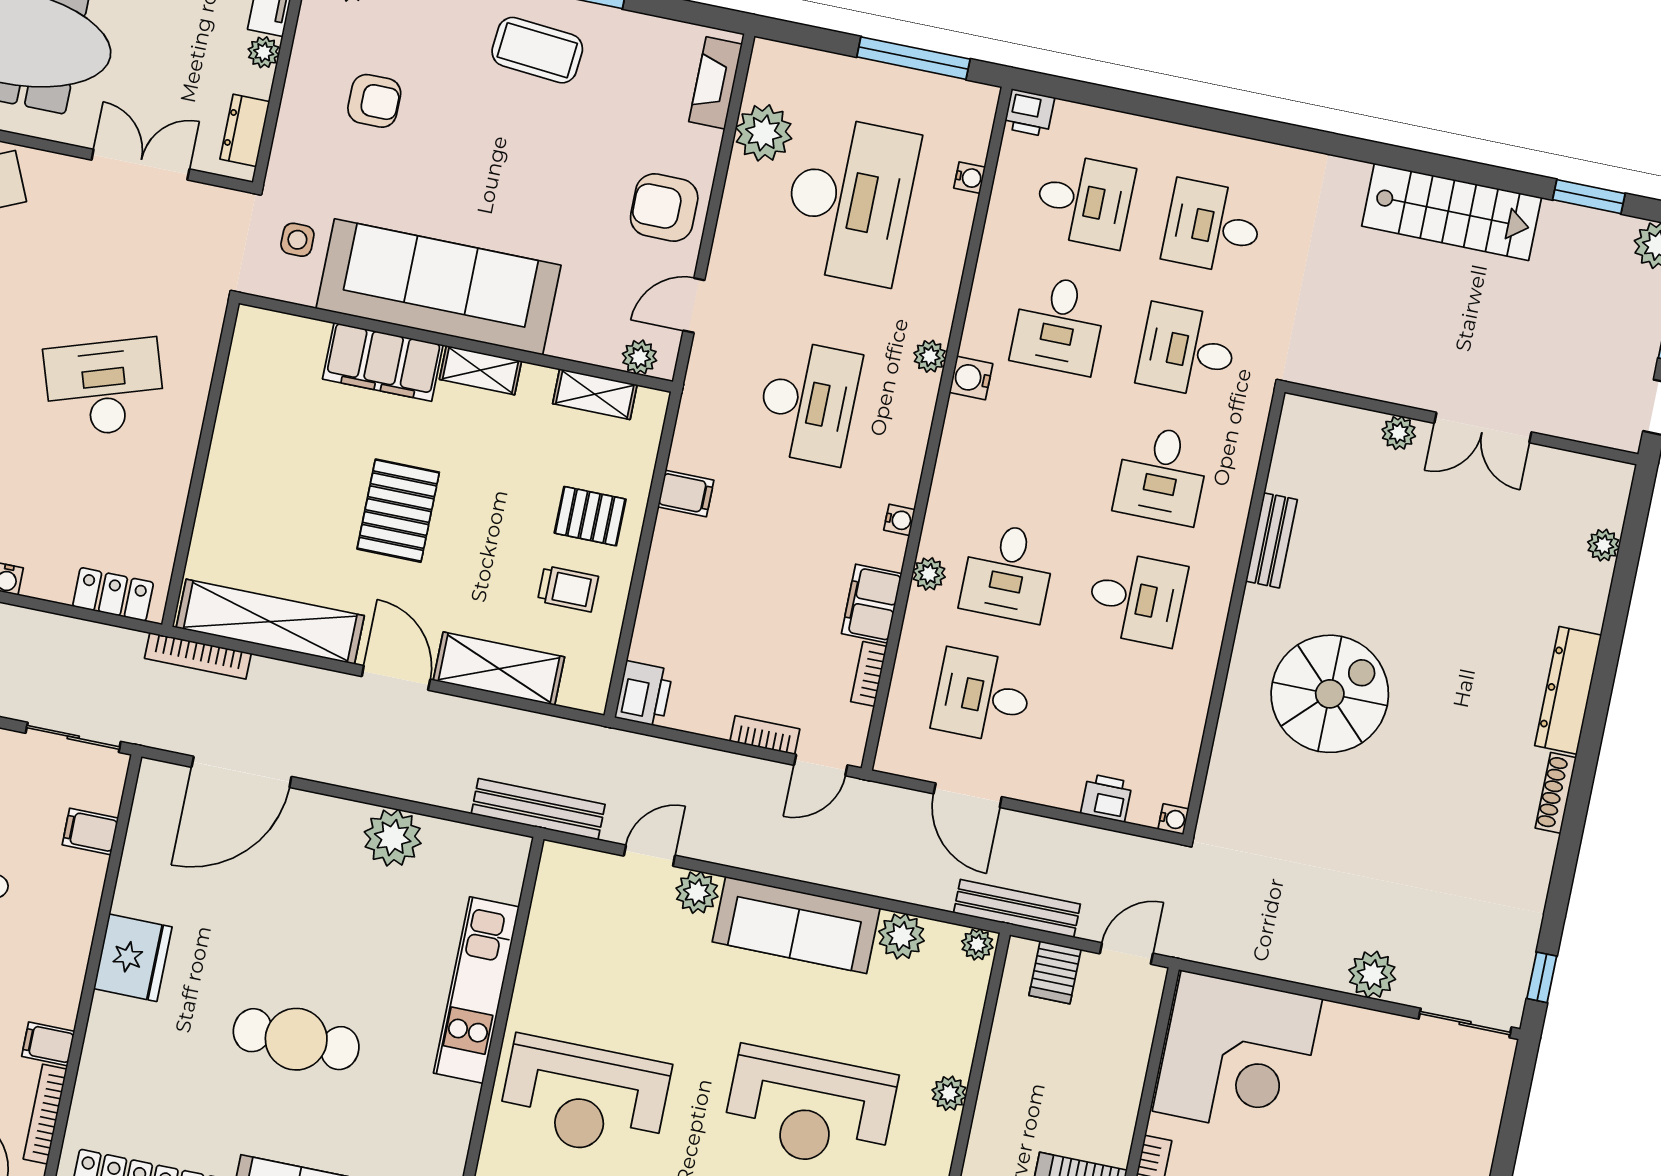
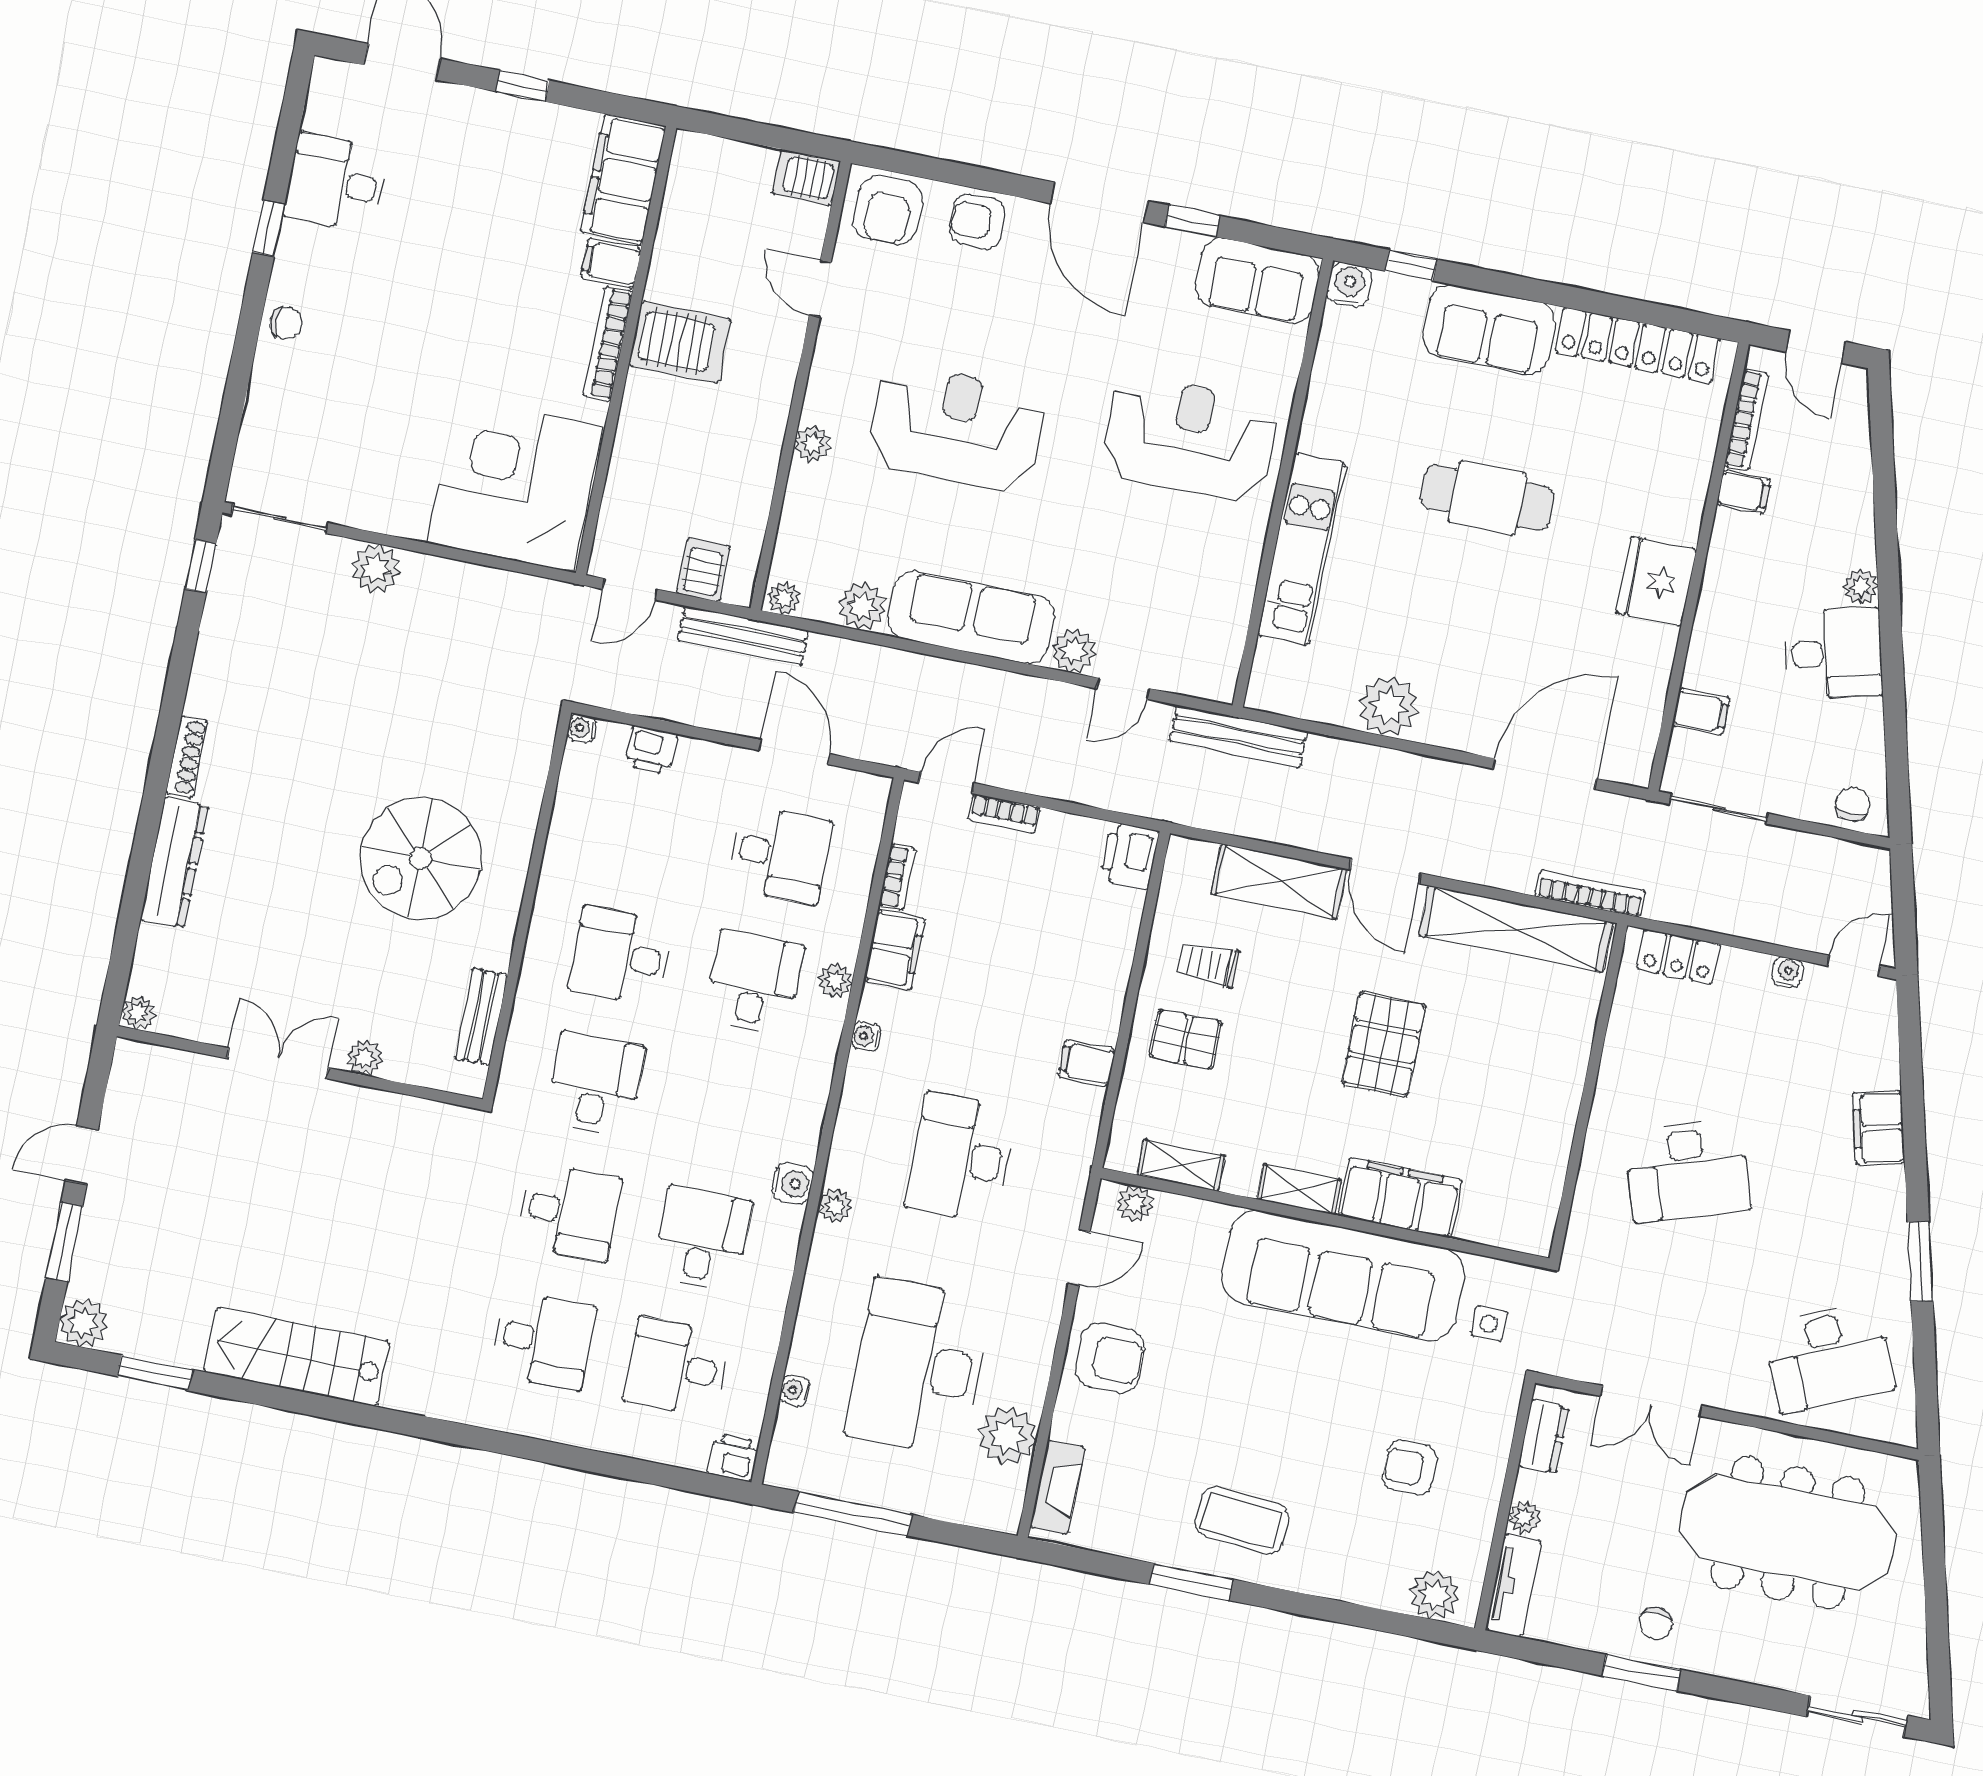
wall: (1462, 423) -> (300, 1068), moved
double door: (1483, 428) -> (278, 1063), moved
plant: (1399, 433) -> (365, 1058), moved

